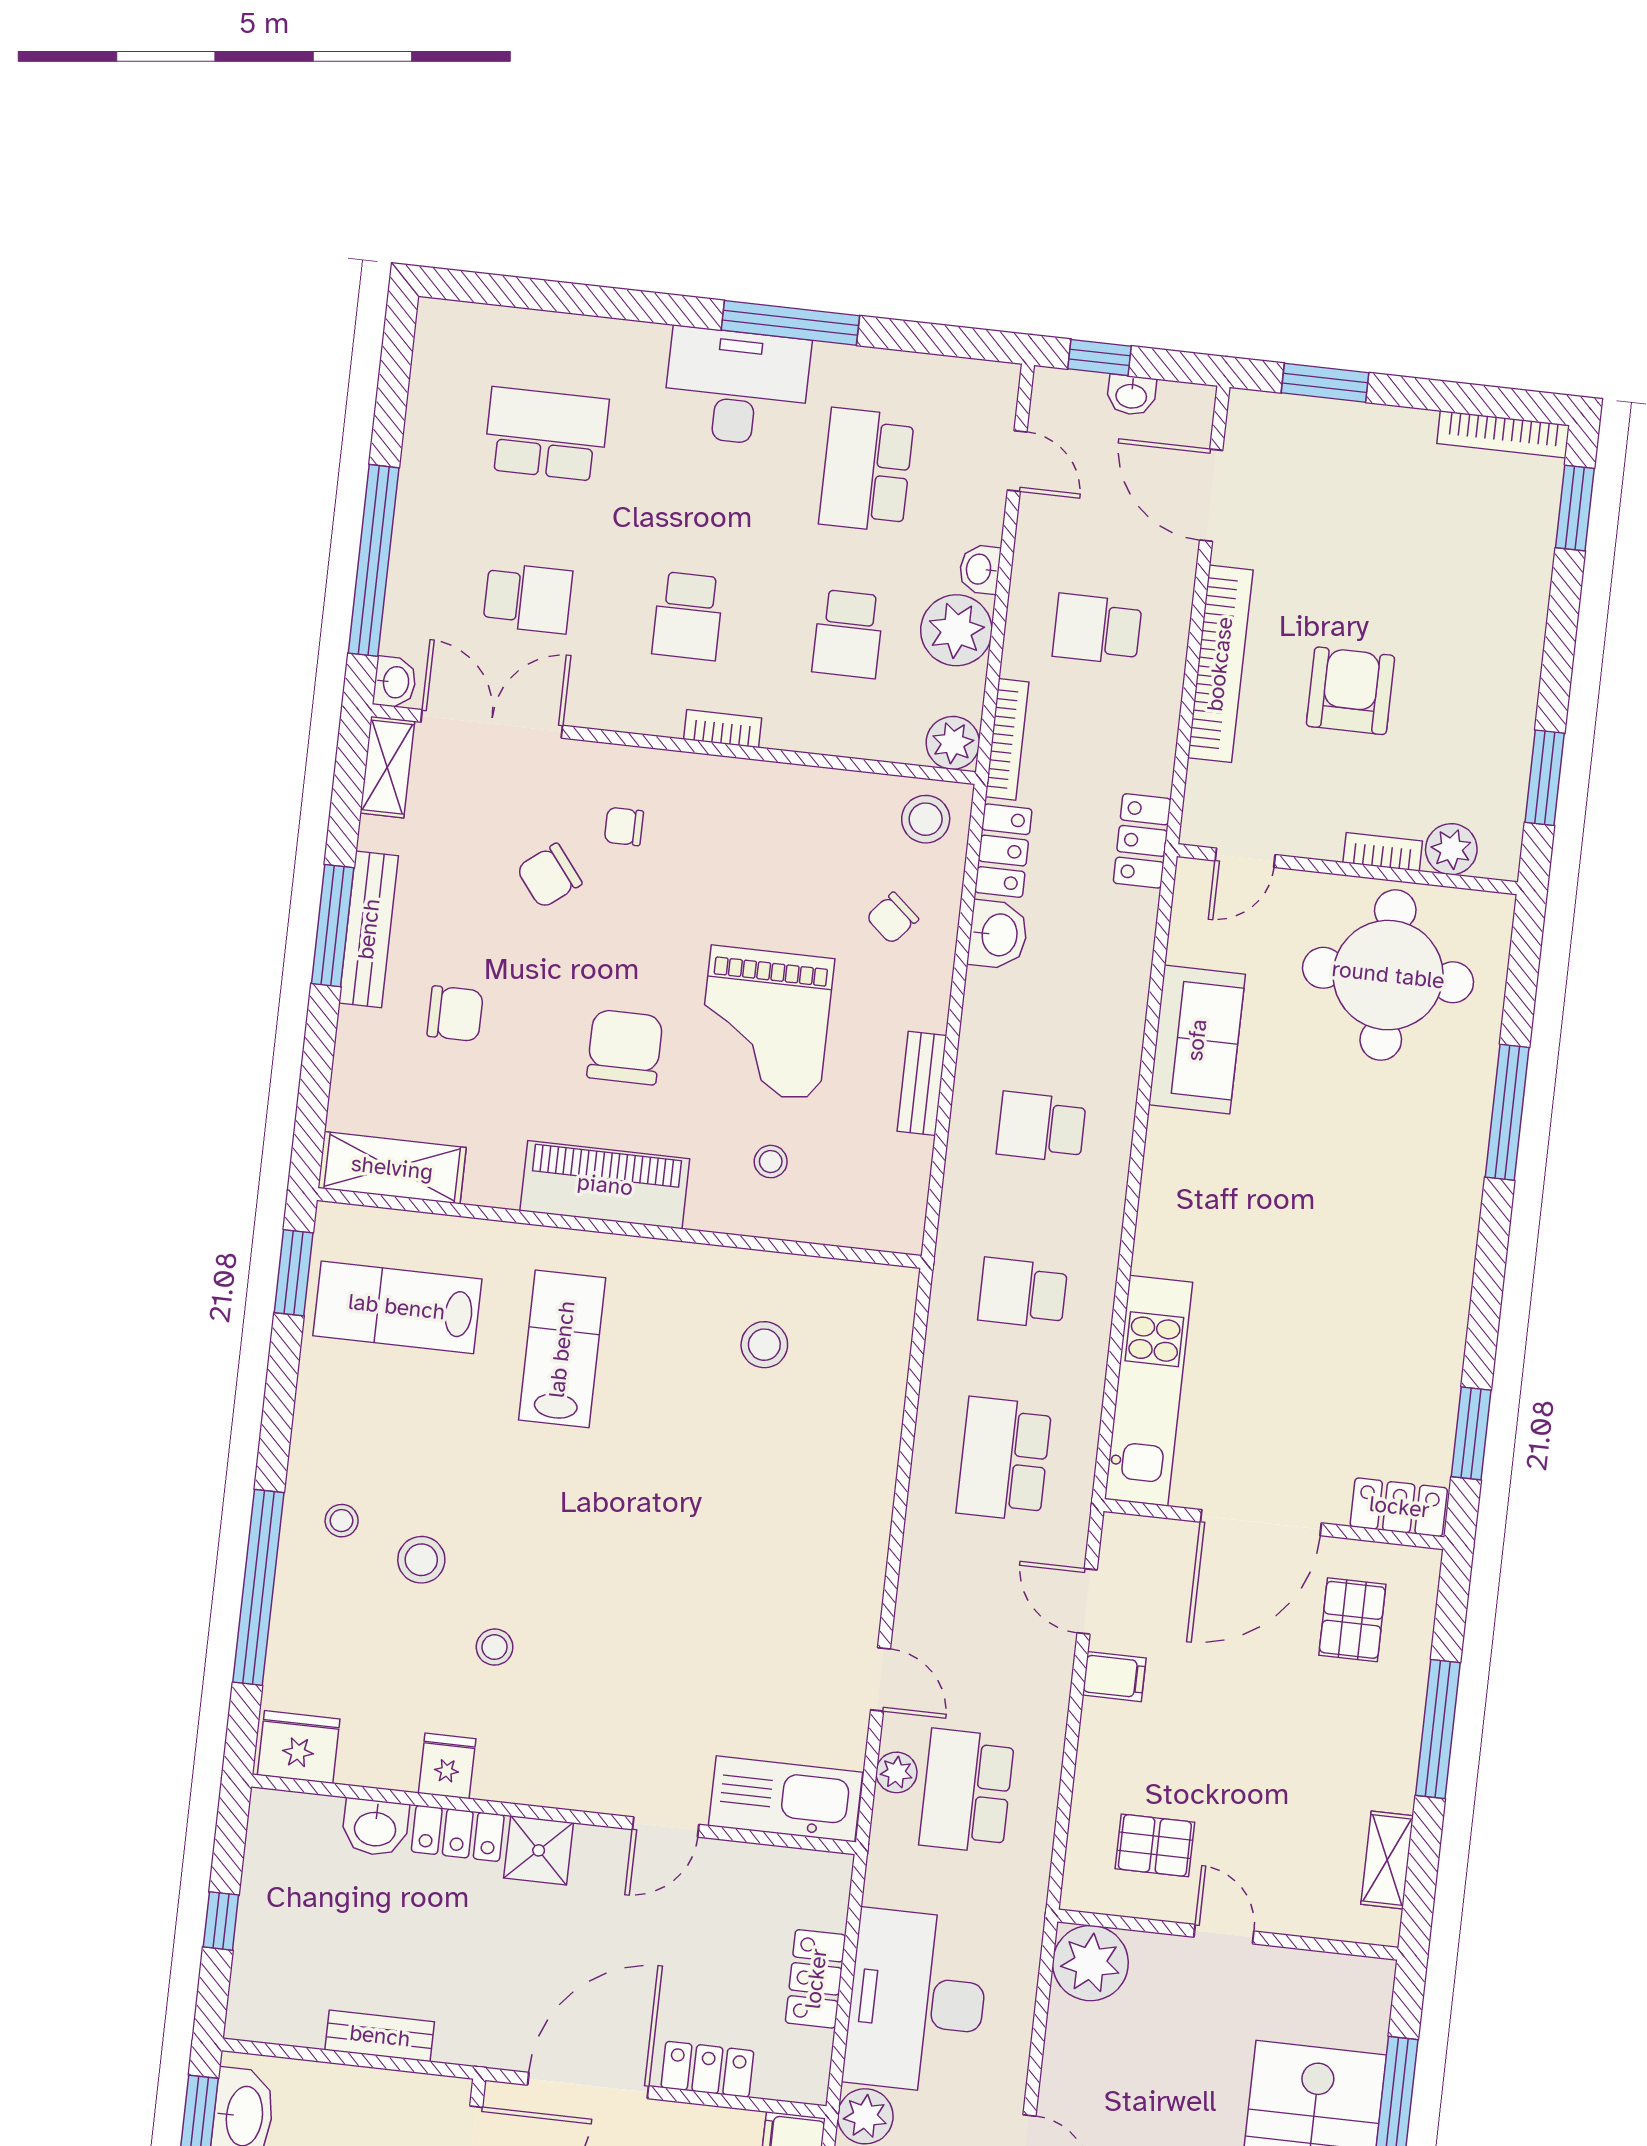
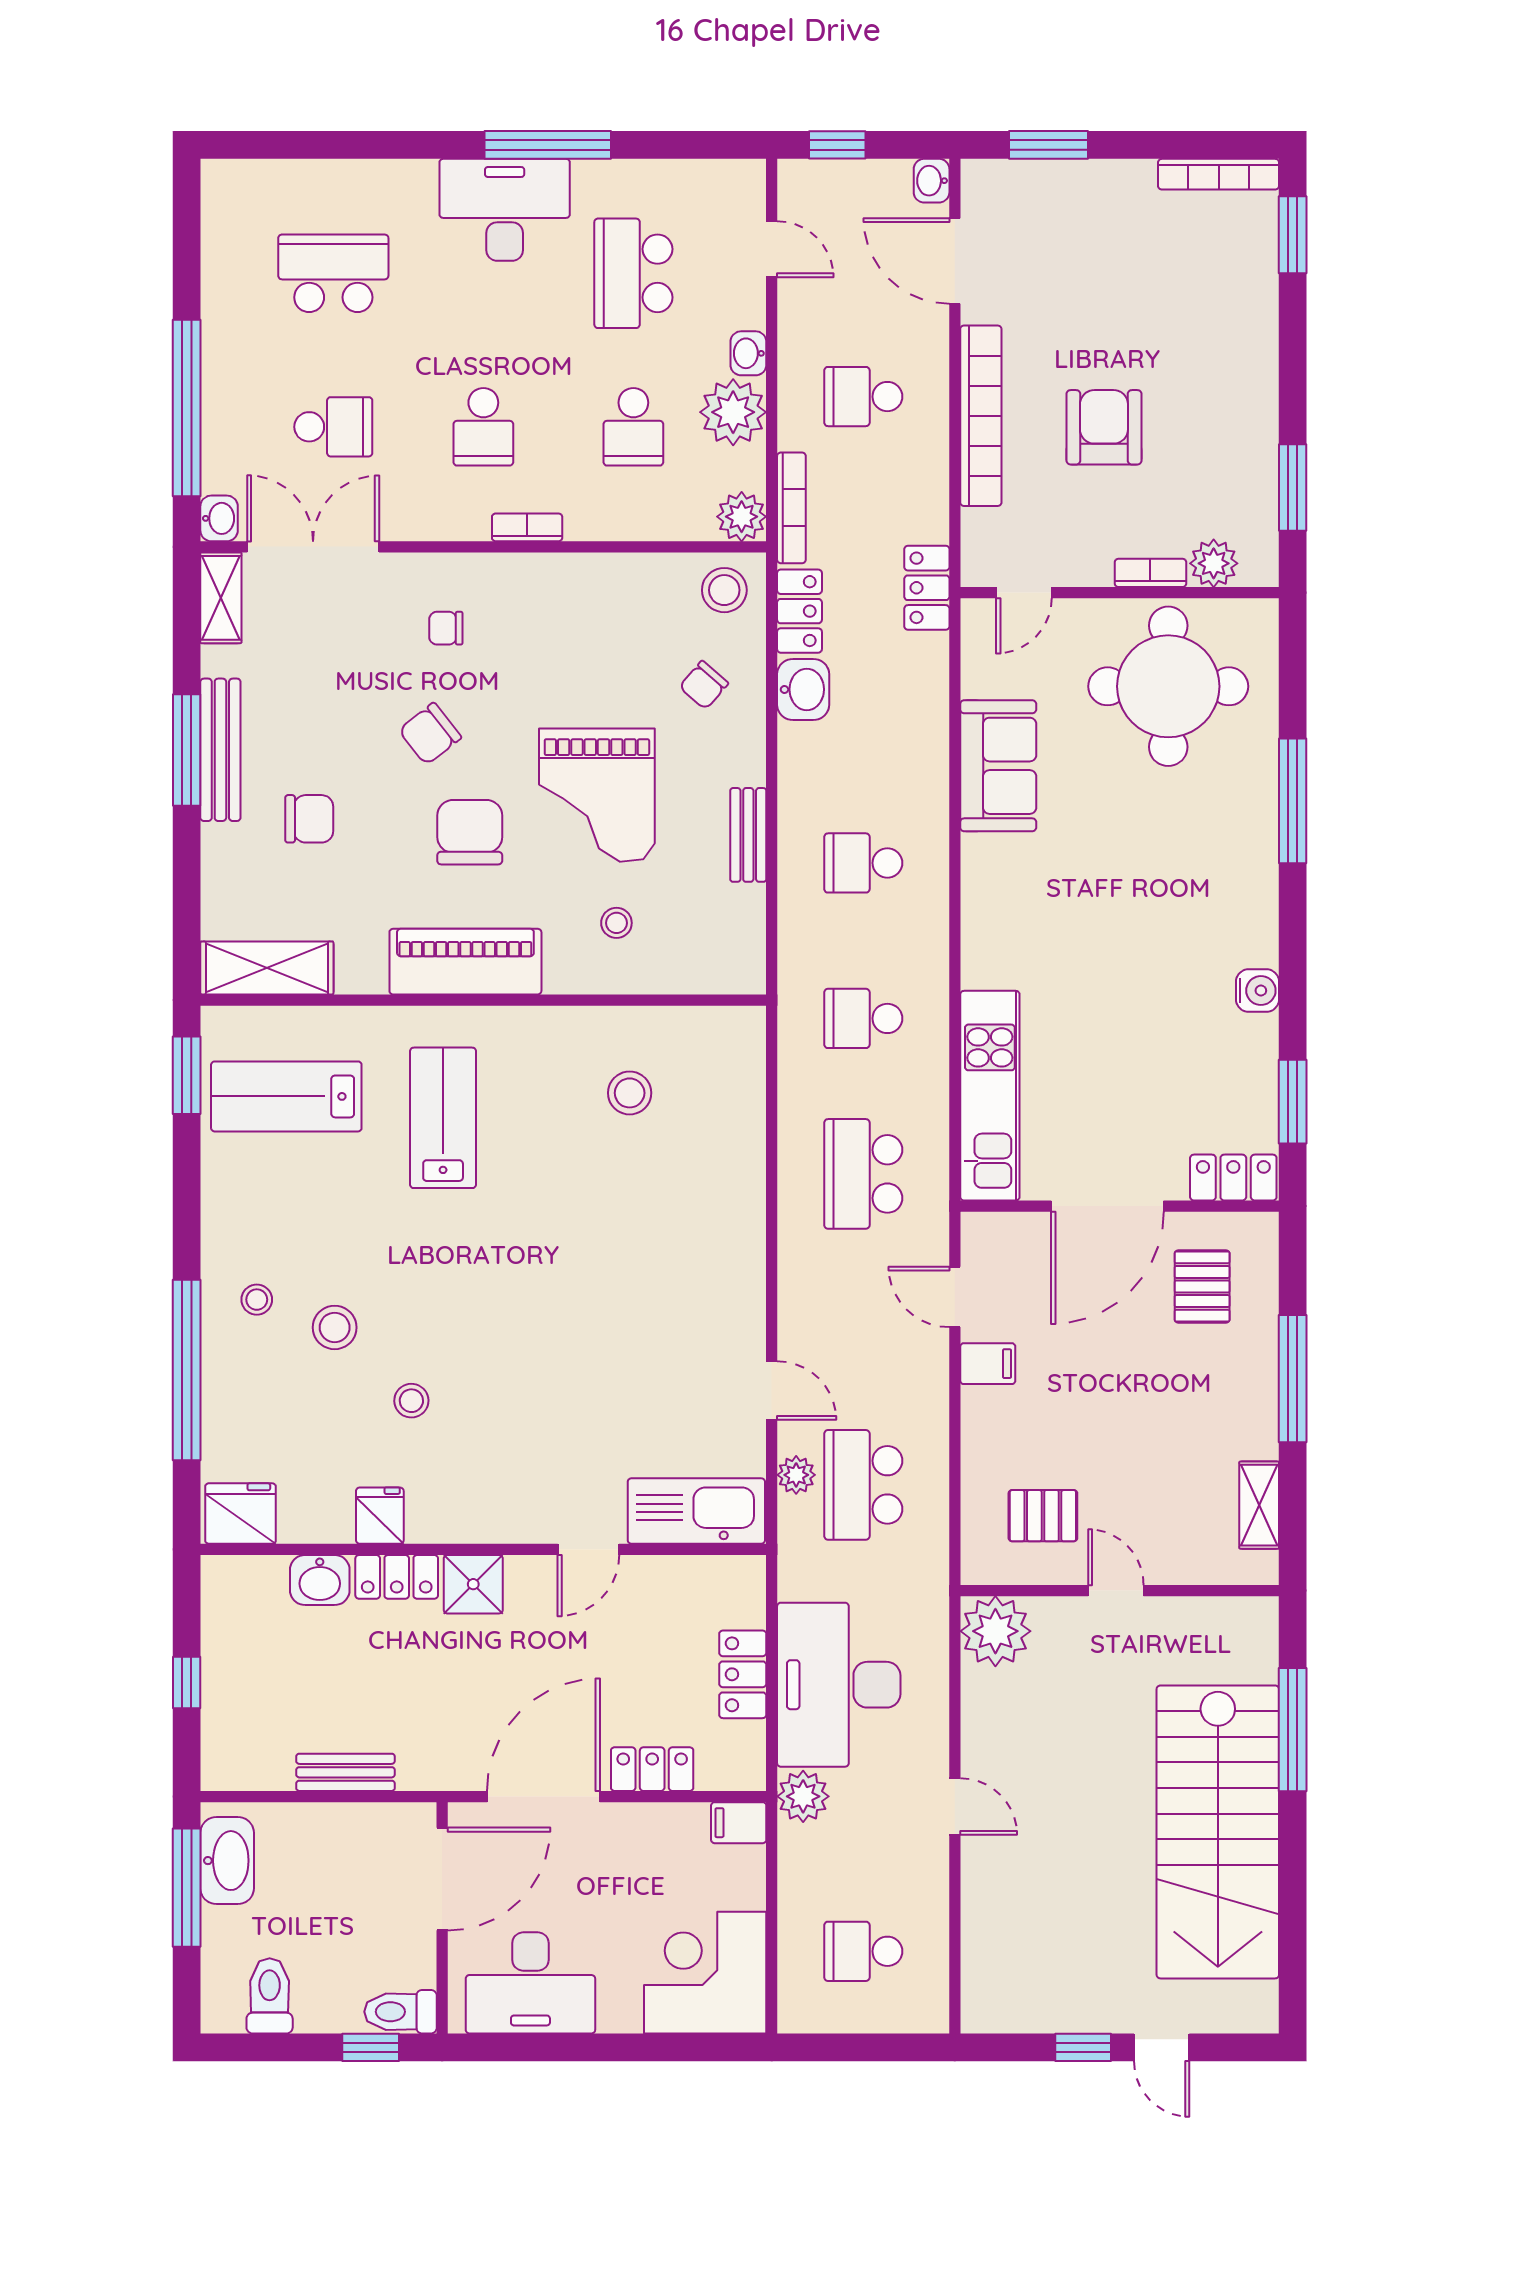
washbasin: (1131, 395) -> (932, 181), moved, turned 90
chair: (549, 876) -> (430, 734), moved
water cooler: (1447, 1310) -> (1257, 991), added

